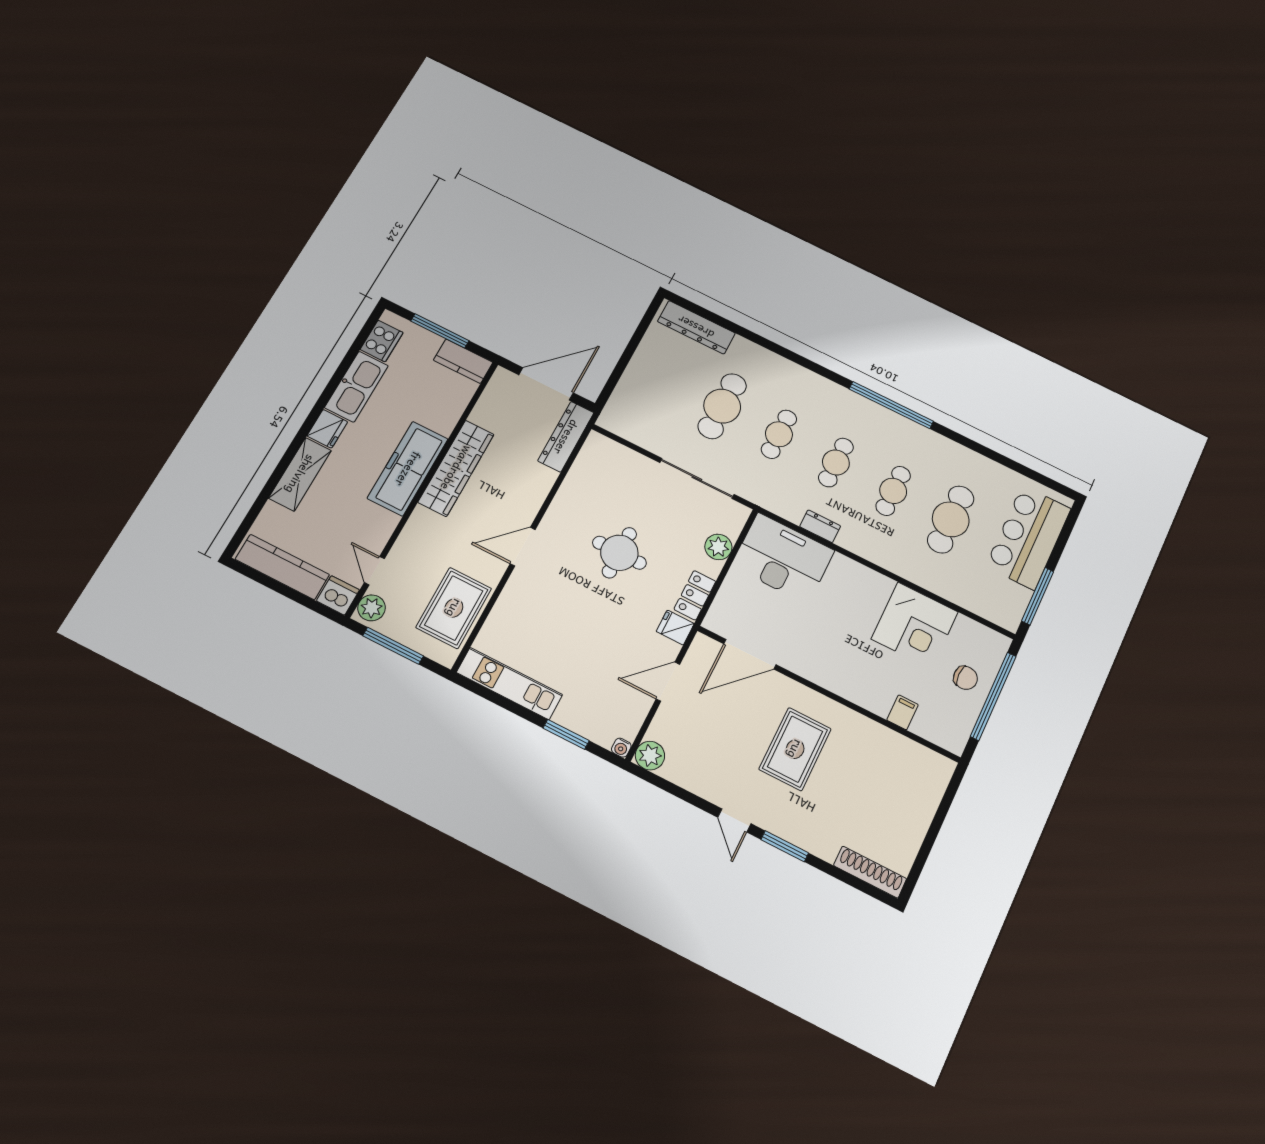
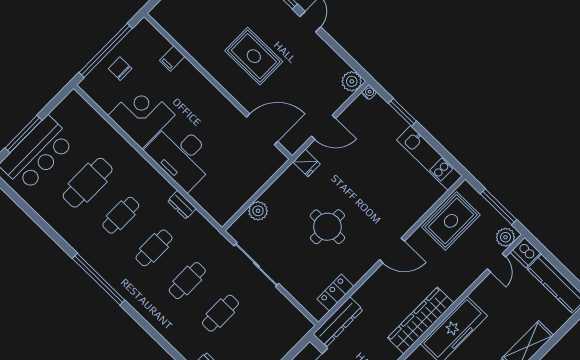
cafe table: (722, 406) -> (220, 313), width x0.73, depth x0.74
desk: (783, 558) -> (181, 155), moved
locker: (695, 595) -> (335, 293), moved, turned 180
window: (1038, 596) -> (23, 134), moved
rug: (795, 749) -> (254, 56), turned 90

